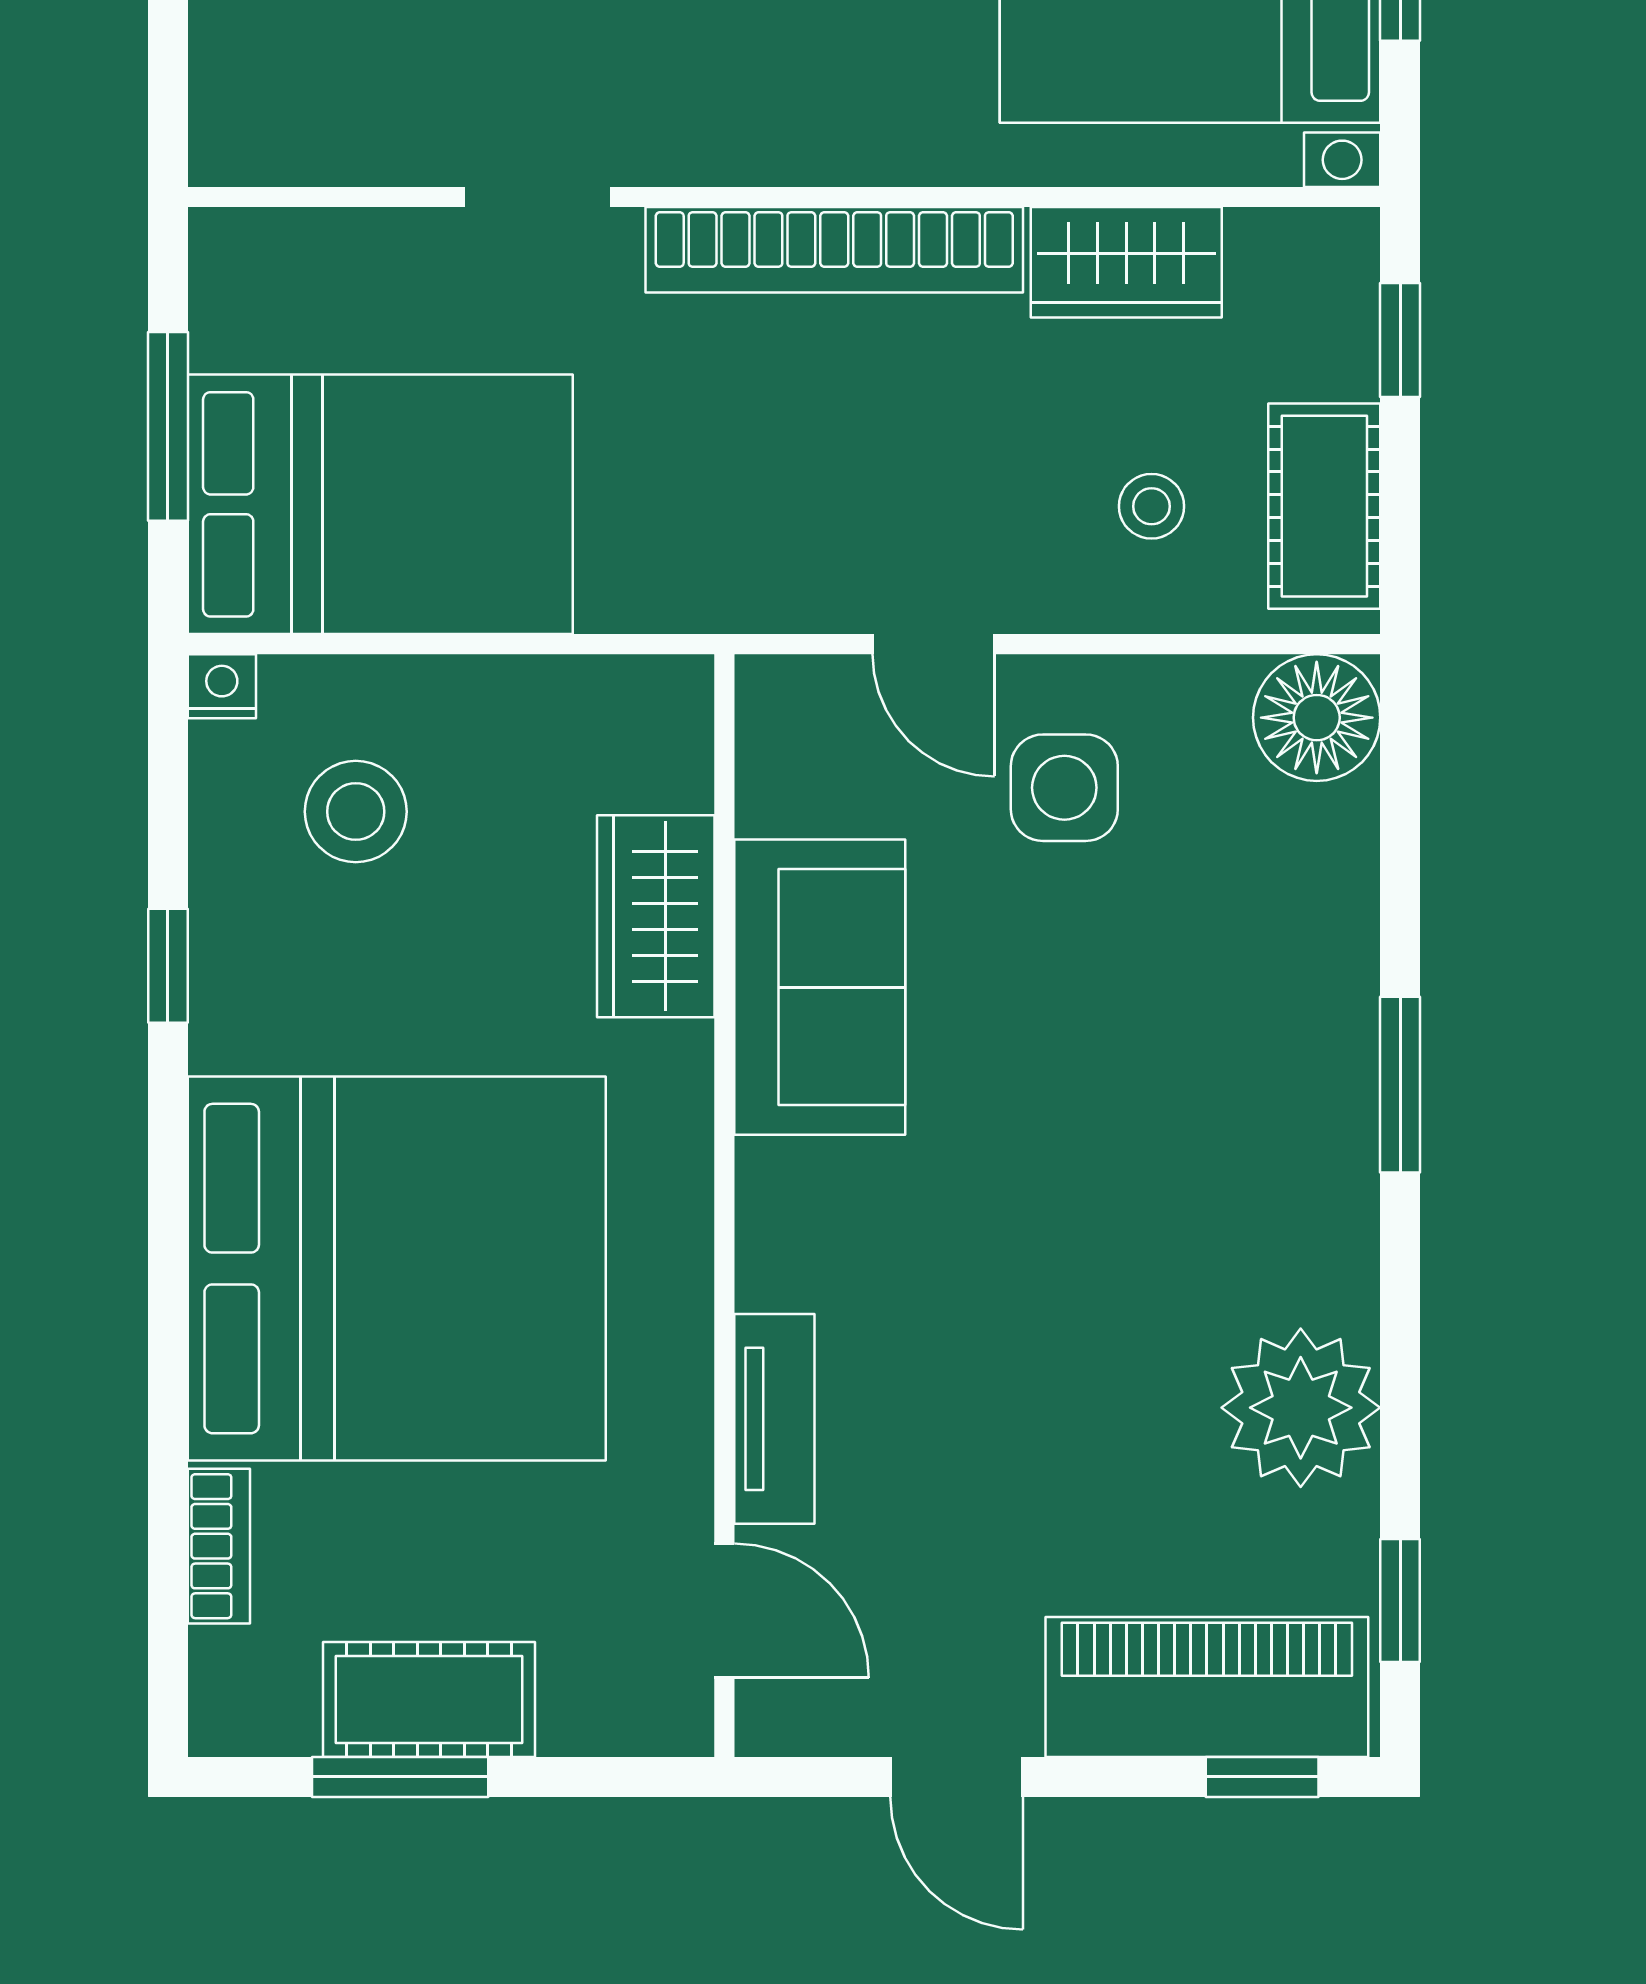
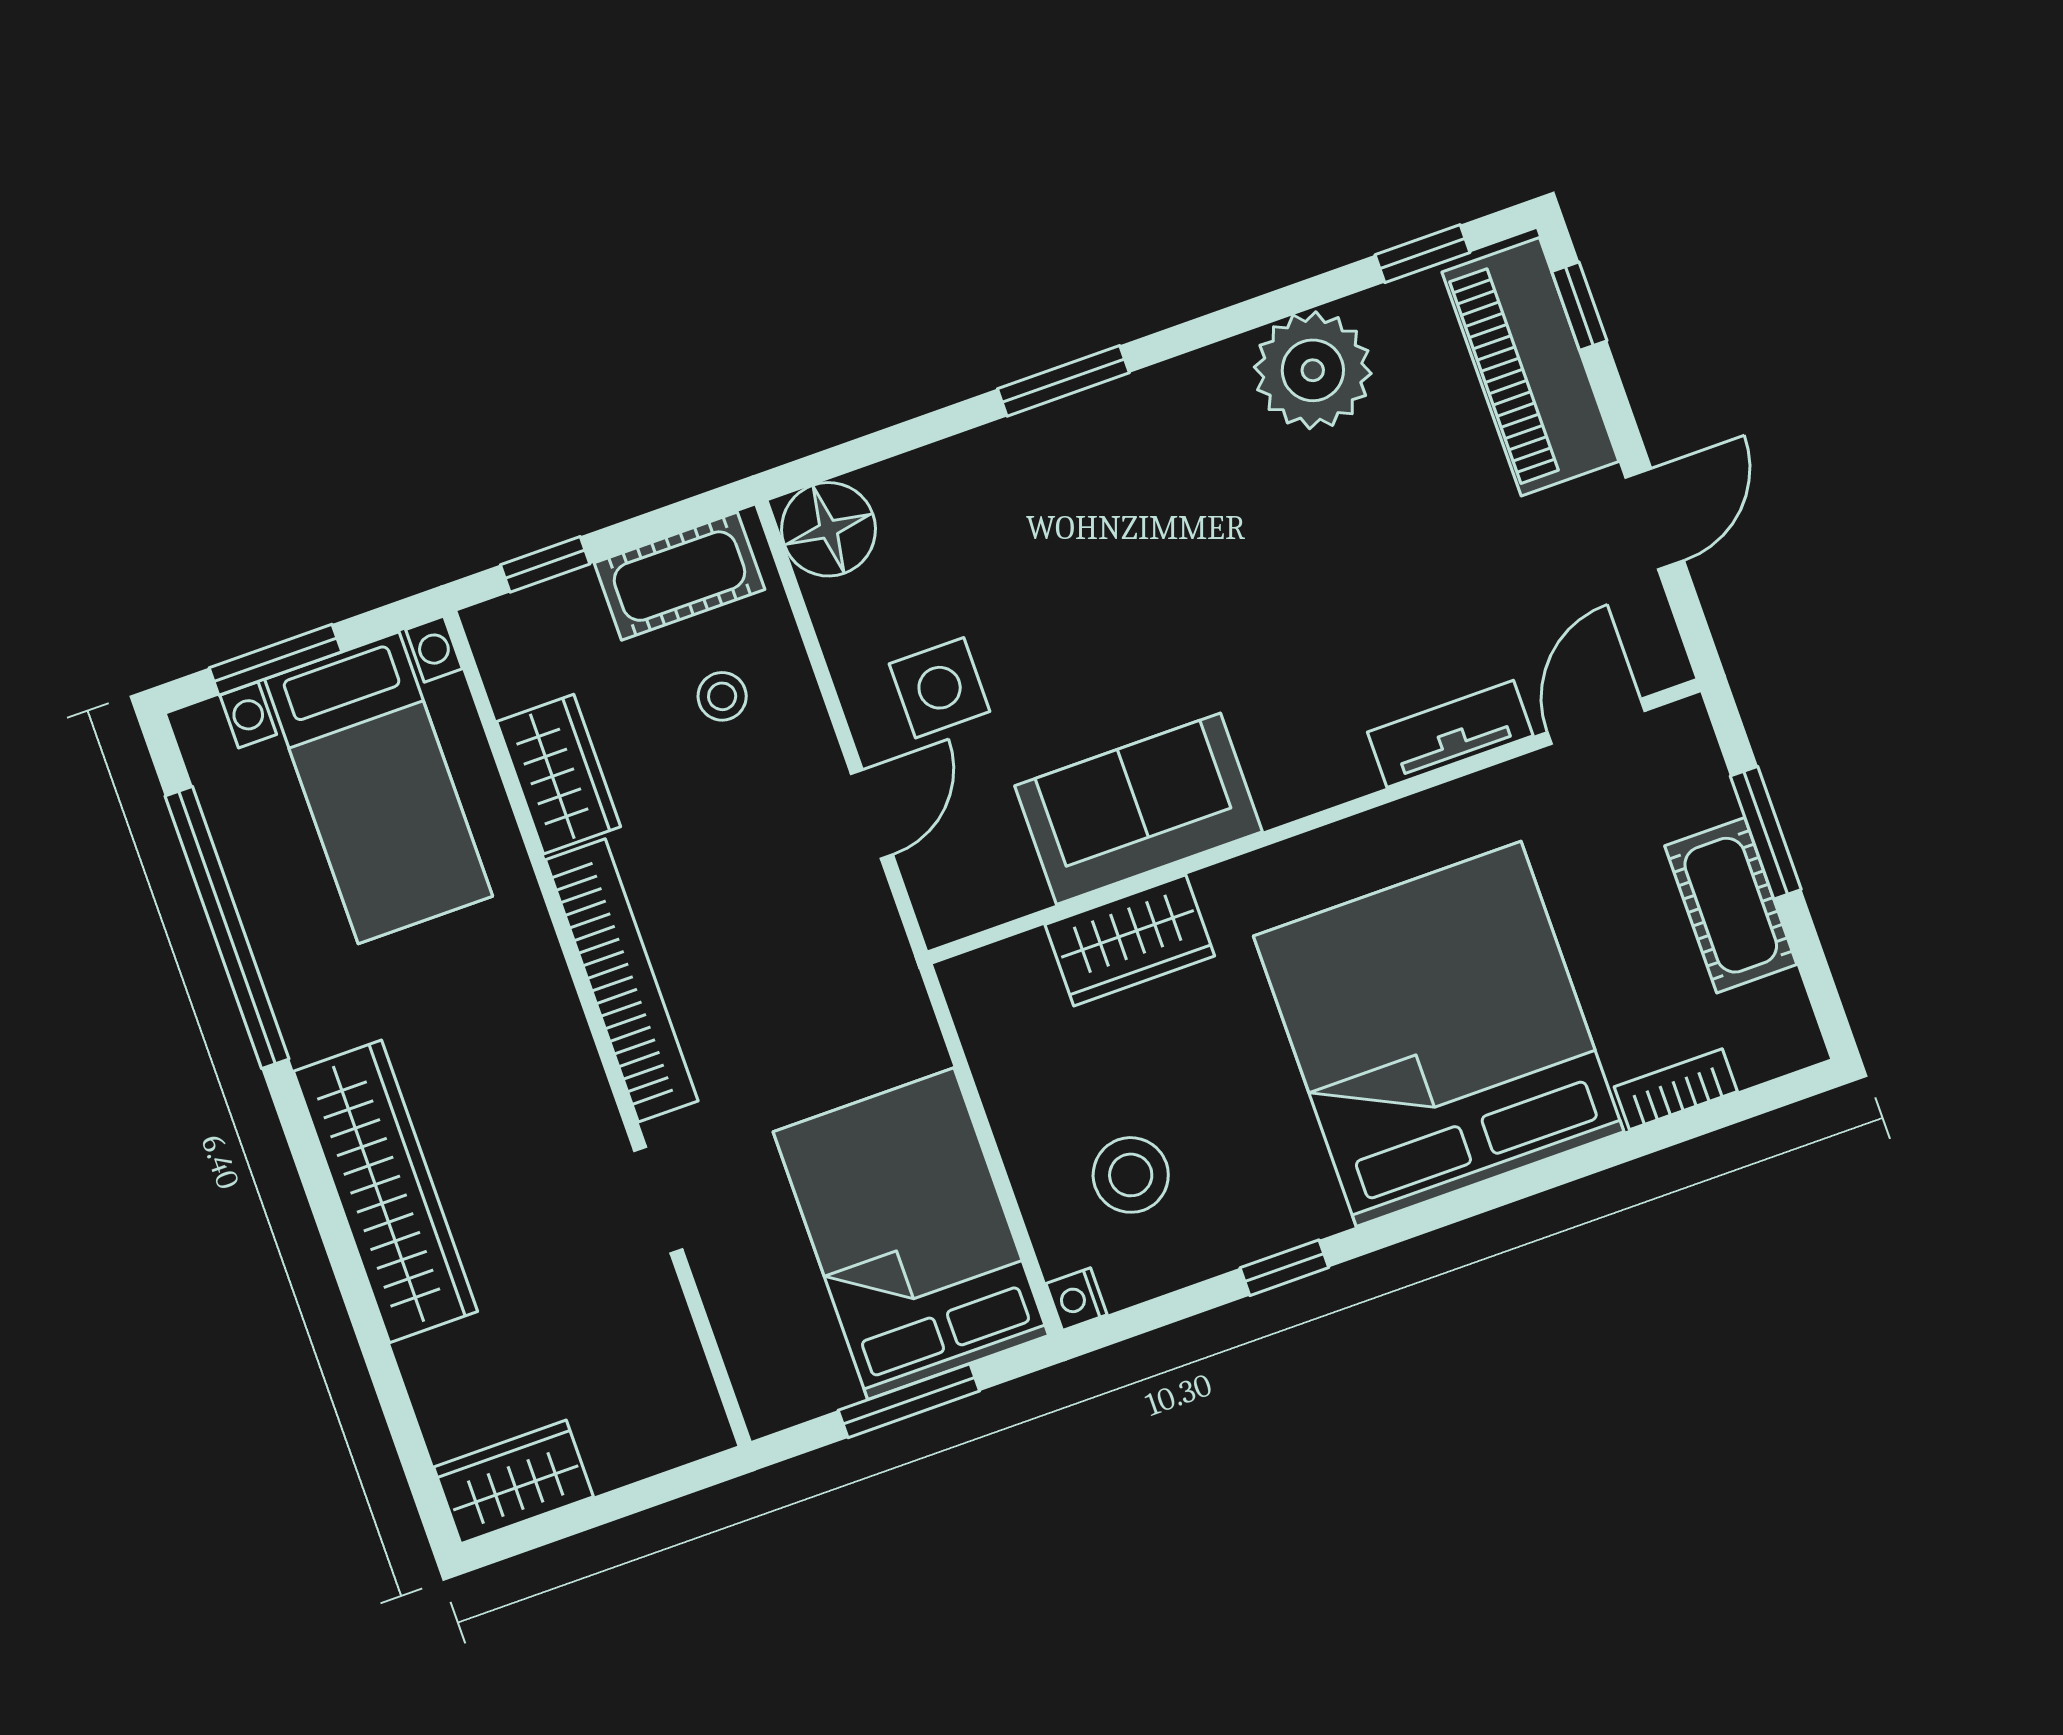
window: (400, 1777) -> (1766, 833), moved

